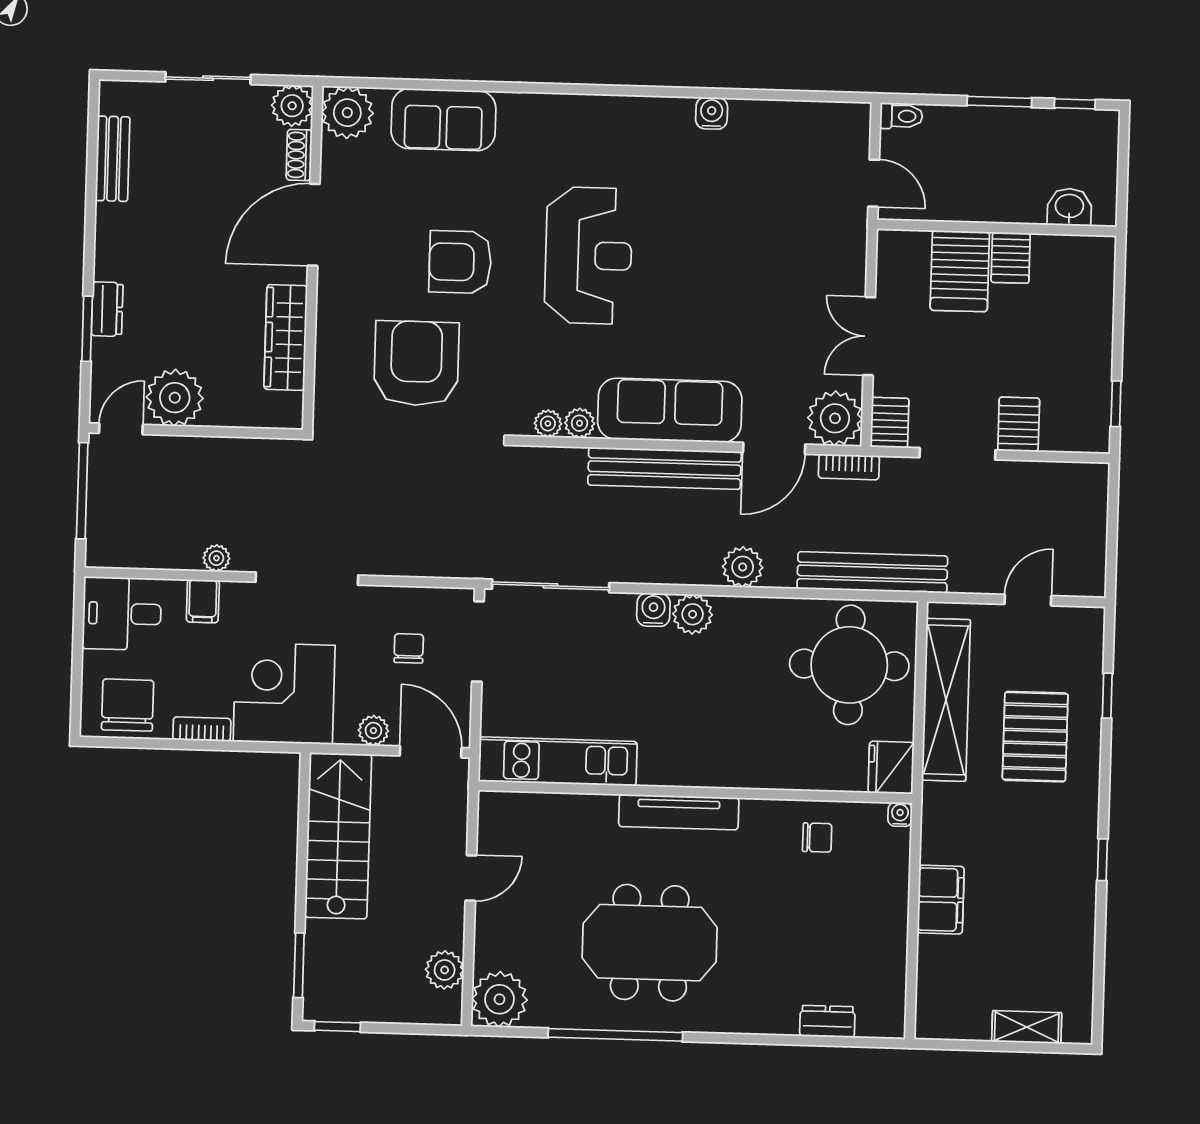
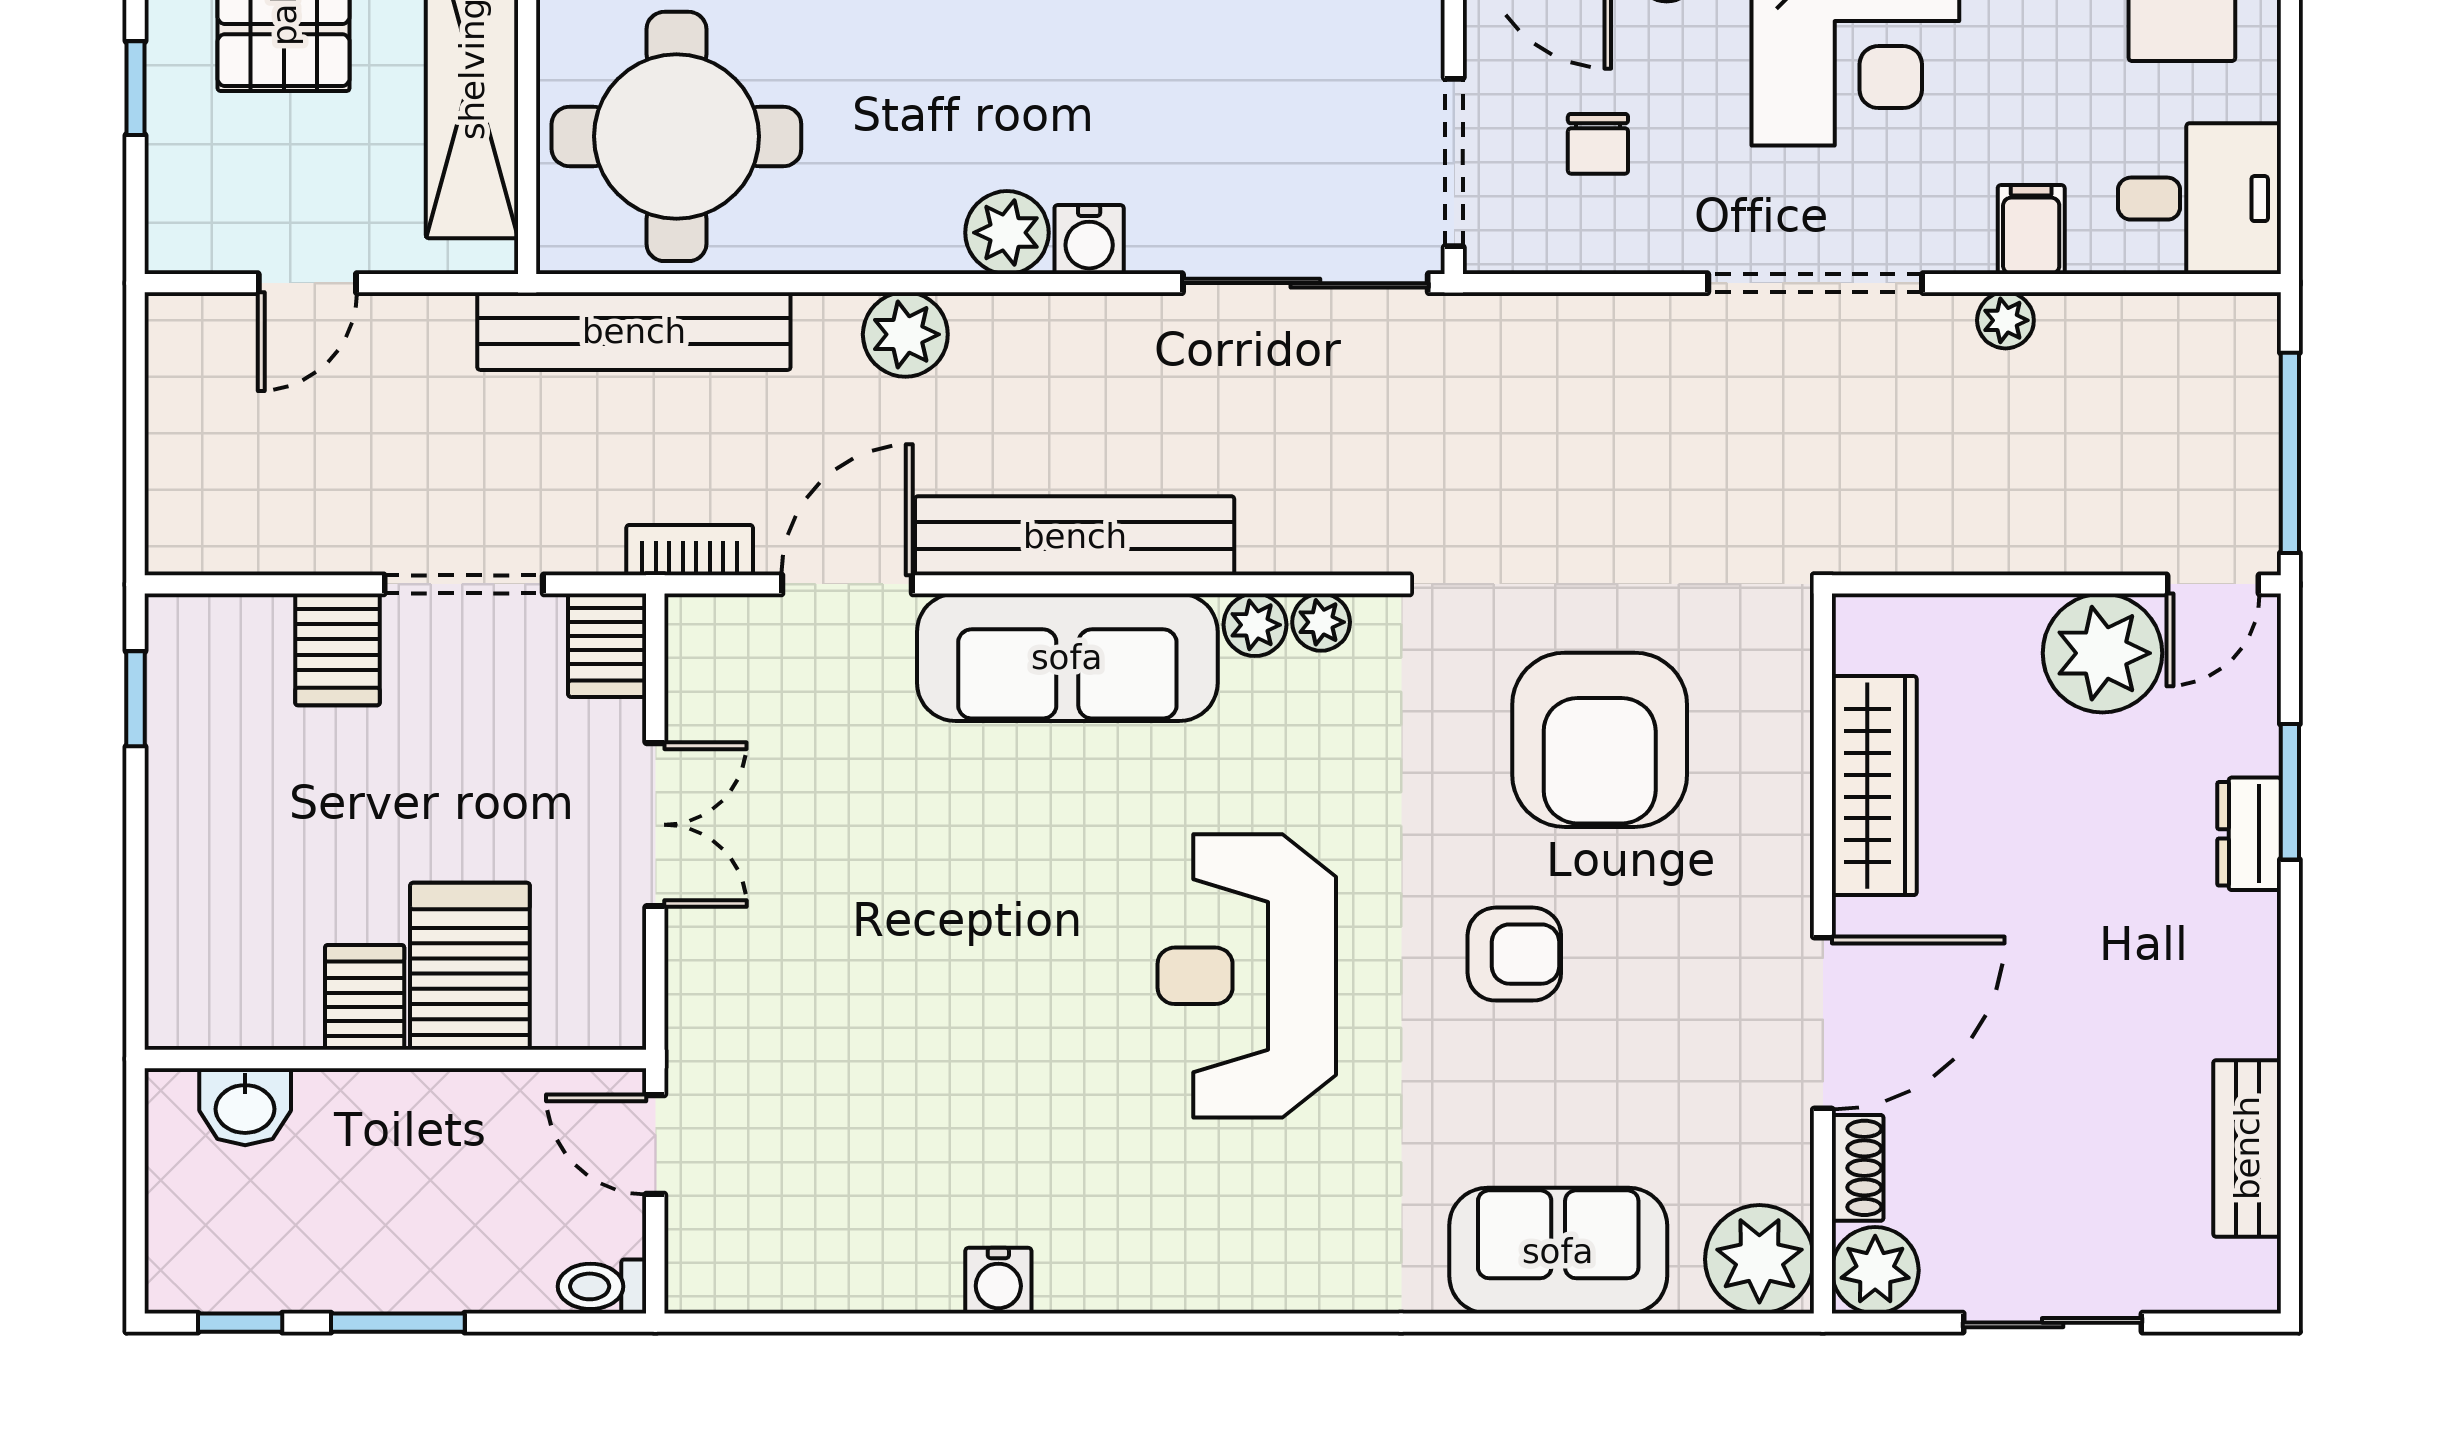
armchair: (460, 262) -> (1514, 954), width x0.72, depth x0.72
plant: (835, 418) -> (722, 651), removed

